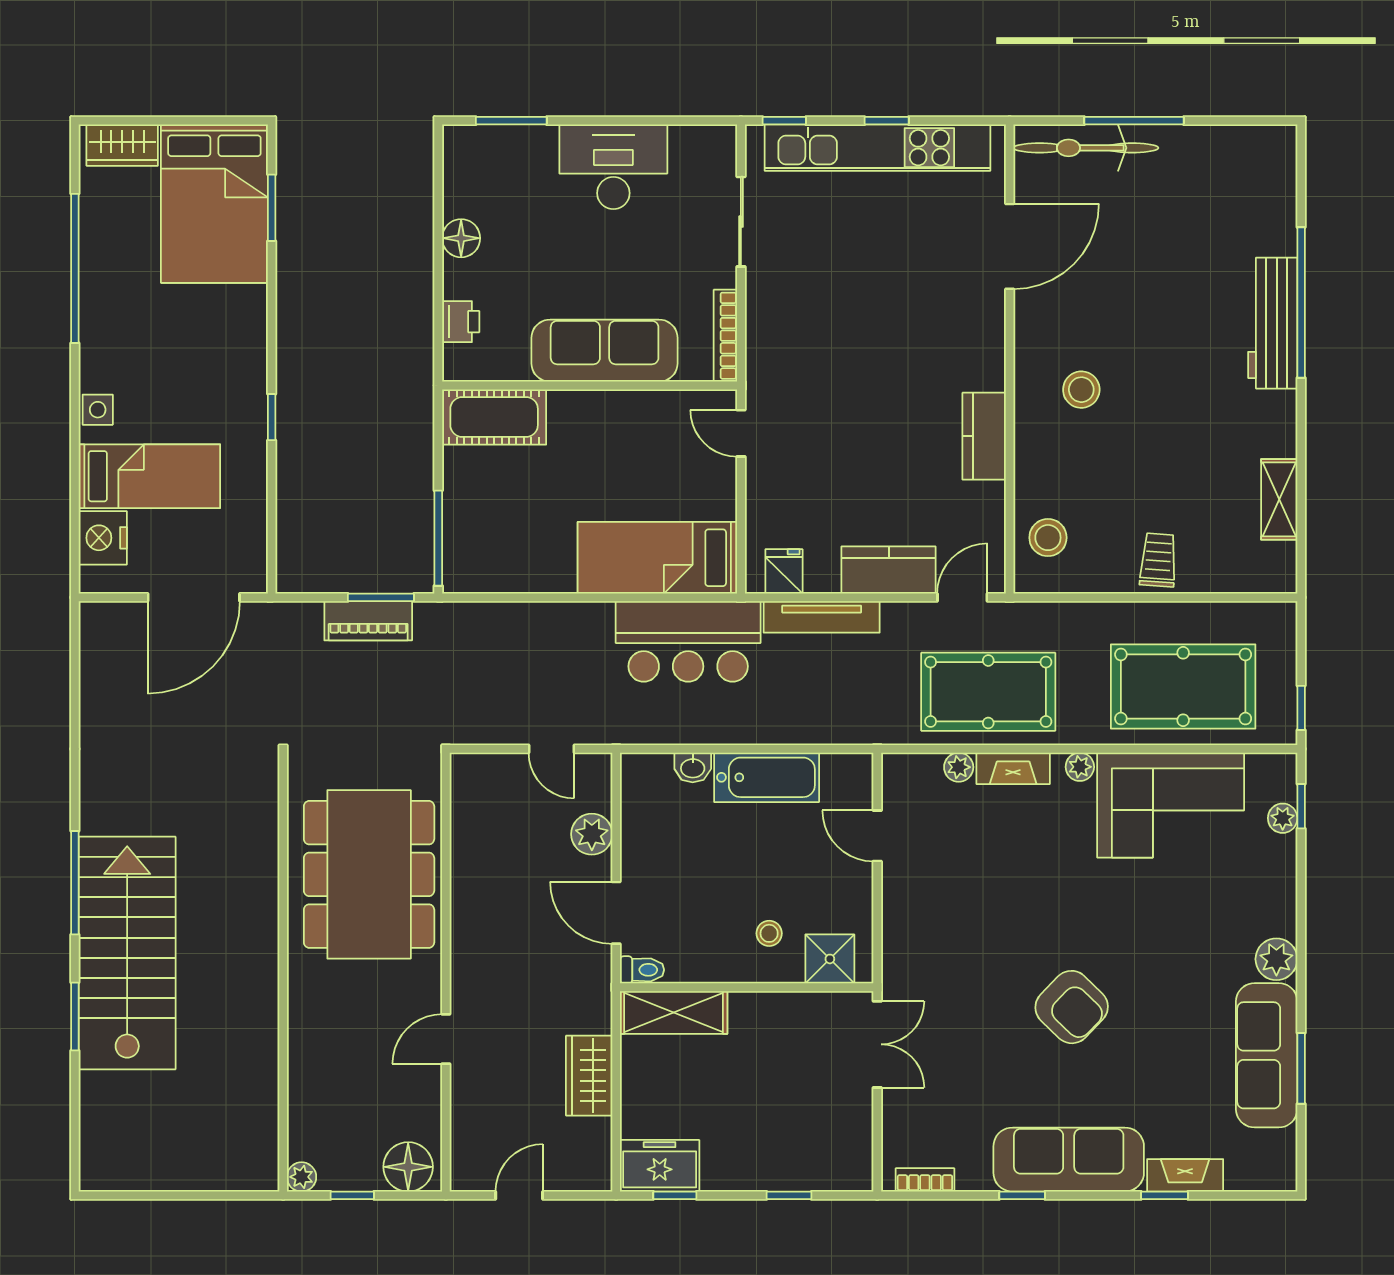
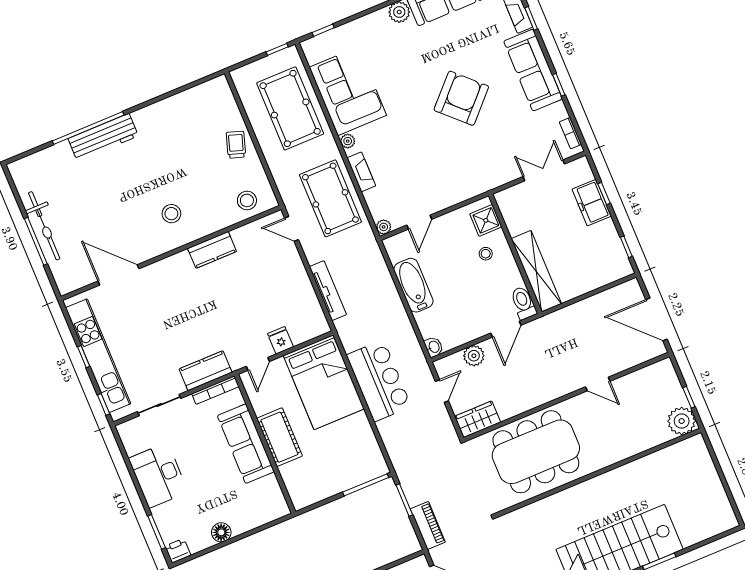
bicycle: (1086, 148) -> (44, 226), moved
printer: (461, 322) -> (178, 551), moved
cot: (494, 417) -> (279, 437), moved
shelving: (1279, 499) -> (184, 100), removed
bed: (657, 558) -> (324, 382), width x1.50
trolley: (1158, 560) -> (236, 145), turned 104
kitchen counter: (889, 570) -> (206, 371), moved, turned 90
fridge: (784, 571) -> (280, 340), moved, turned 90
piano: (368, 621) -> (428, 525), moved
bar counter: (688, 641) -> (379, 381), moved
washbasin: (693, 767) -> (434, 347), moved
plant: (959, 767) -> (384, 227), moved
plant: (1283, 818) -> (332, 37), removed
toilet: (642, 970) -> (523, 303), width x1.37, depth x1.39
armchair: (1072, 1007) -> (461, 98), width x1.36, depth x1.36
shelving: (674, 1012) -> (536, 271), width x1.47
double door: (877, 1044) -> (544, 170), moved
wardrobe: (589, 1076) -> (478, 419), moved, turned 180
freezer: (660, 1166) -> (592, 203), moved
floor lamp: (408, 1167) -> (665, 377), removed
plant: (302, 1177) -> (682, 421), width x1.88, depth x1.88
door: (519, 1195) -> (656, 319), width x1.87

